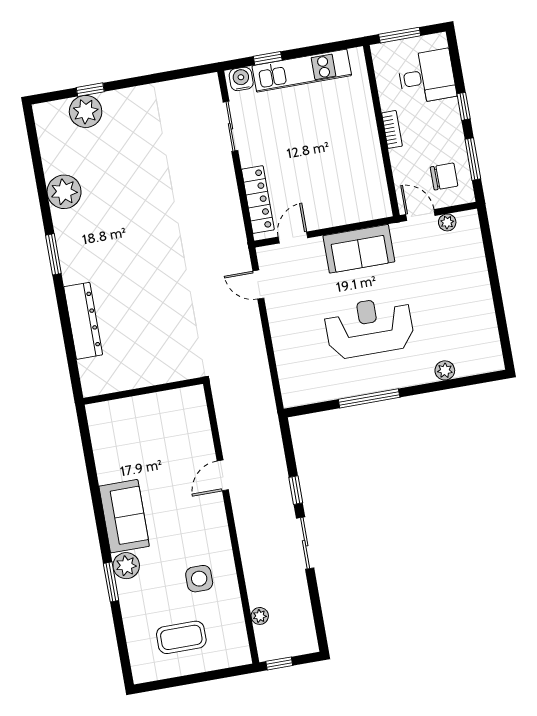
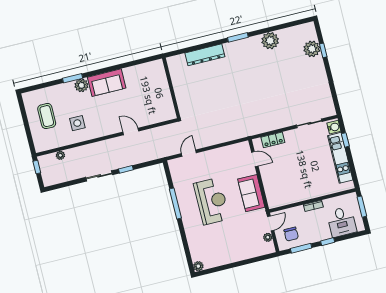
locker: (258, 200) -> (273, 140), width x0.66
door: (258, 285) -> (189, 153), moved
plant: (445, 370) -> (198, 266), moved

